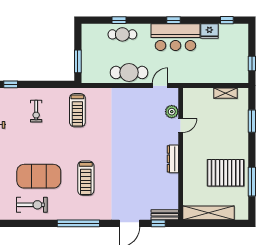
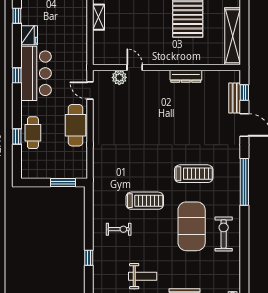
treadmill: (77, 110) -> (145, 201), moved
dresser: (173, 159) -> (186, 76), moved
bench: (165, 215) -> (235, 98), moved

